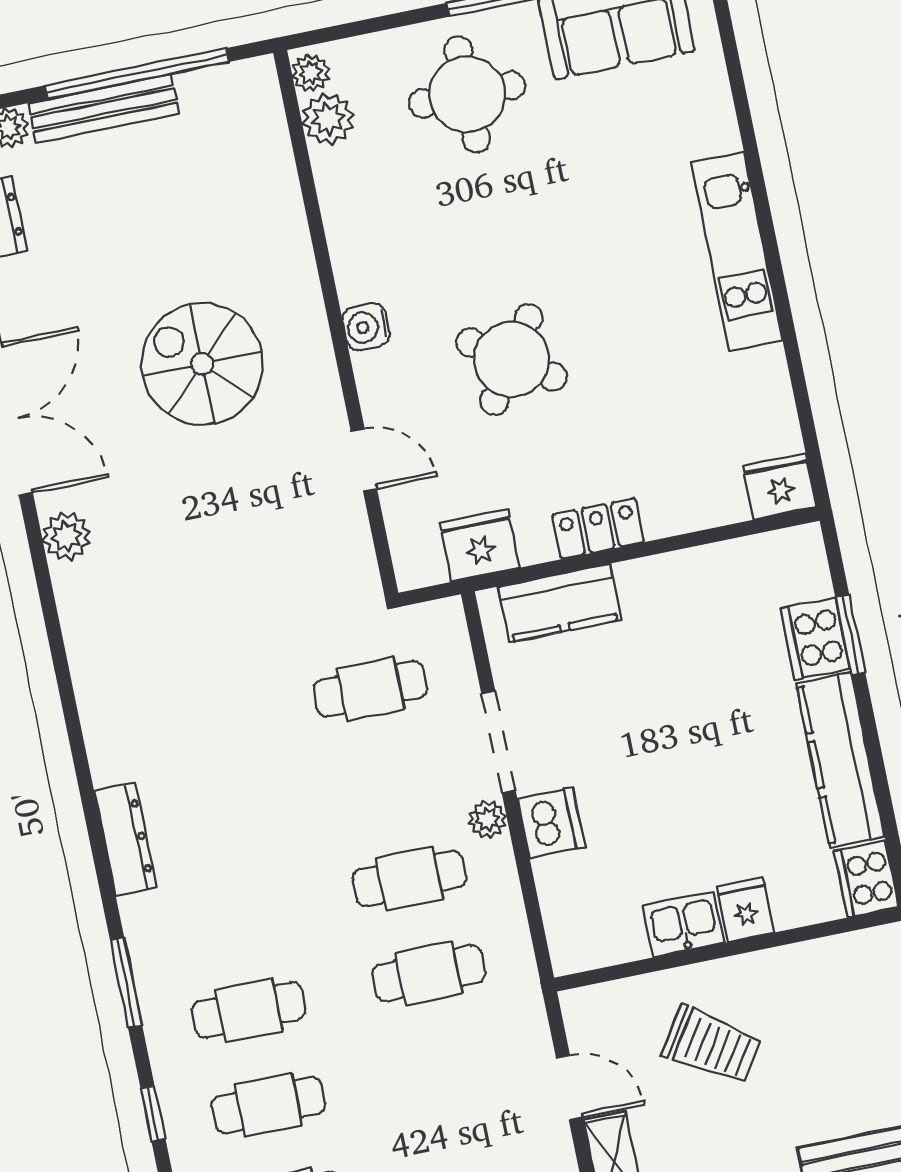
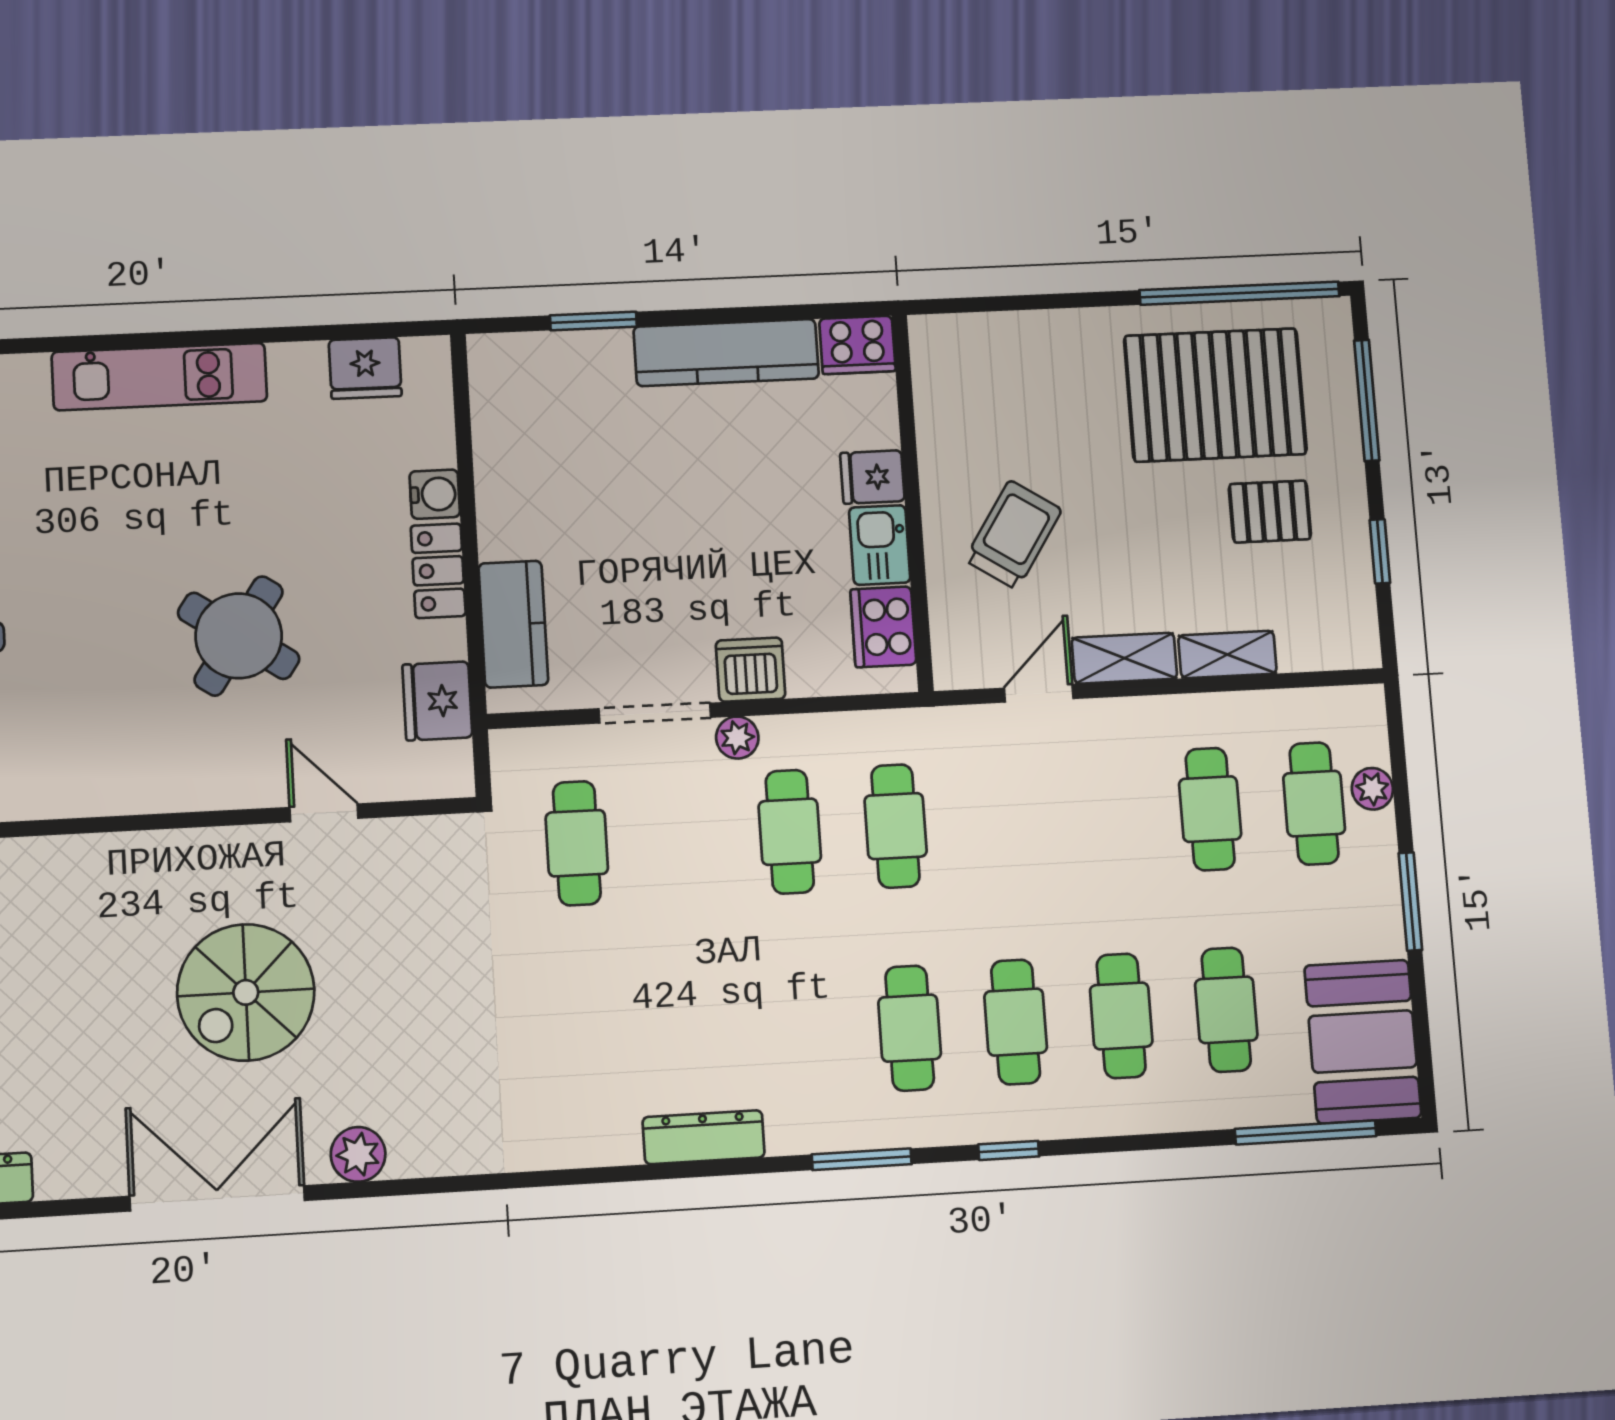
water cooler: (366, 327) -> (435, 494), moved, turned -90
spiral stairs: (202, 364) -> (246, 992), moved
door: (364, 460) -> (324, 813), hinge flipped
fridge: (780, 486) -> (365, 368), moved, turned -90
cooker: (815, 638) -> (883, 627), moved, turned 90

